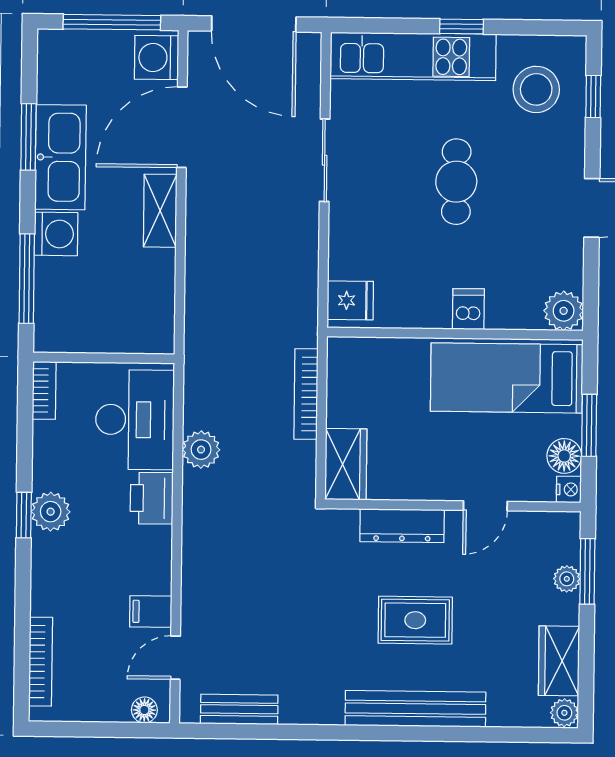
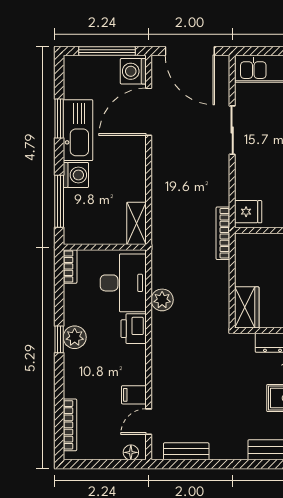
shelving: (160, 211) -> (136, 223), moved
bookcase: (306, 394) -> (223, 233), moved

